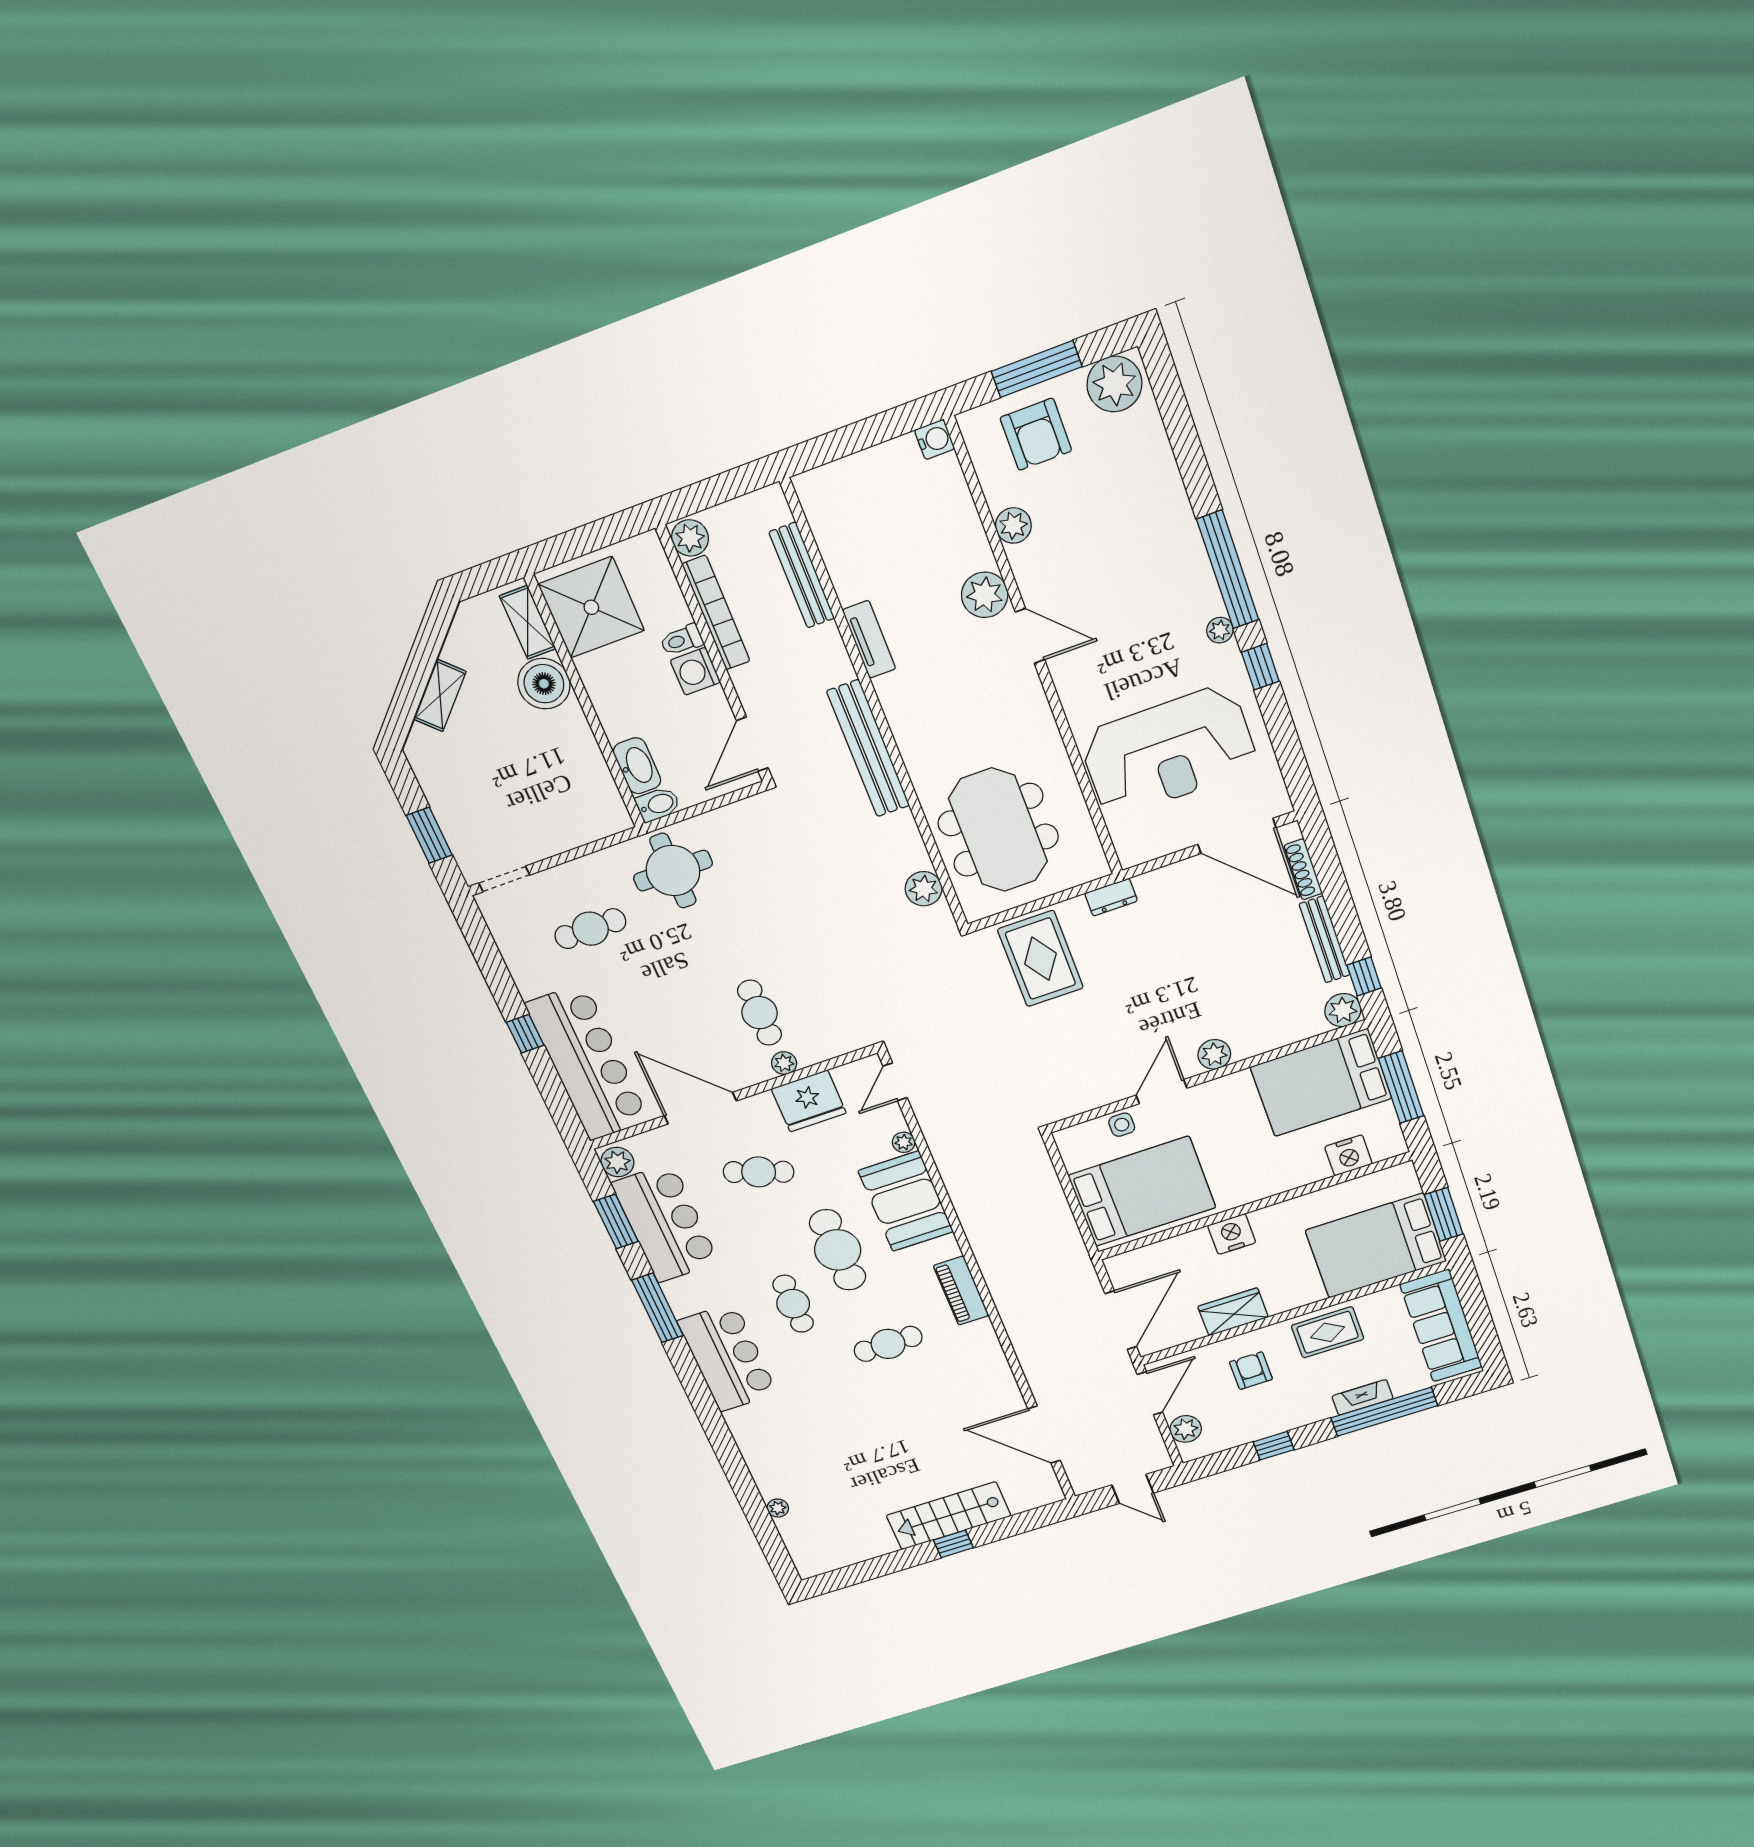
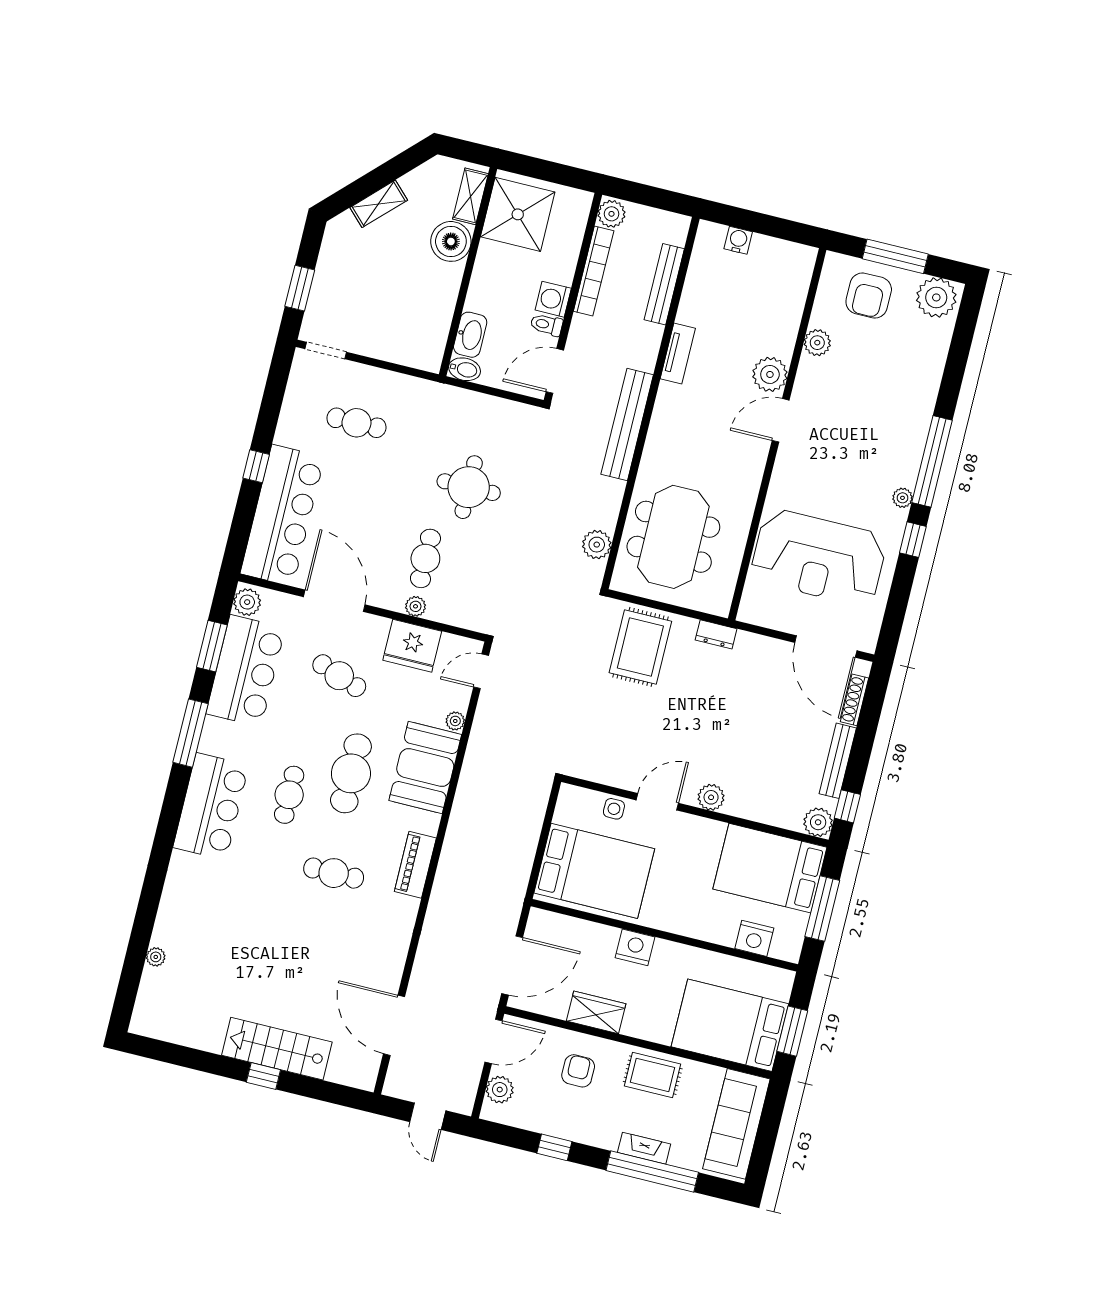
water cooler: (935, 439) -> (738, 240), moved, turned -90
door: (1030, 636) -> (781, 420), swing flipped
toilet: (682, 640) -> (547, 325), moved
round table: (673, 871) -> (469, 487), moved

